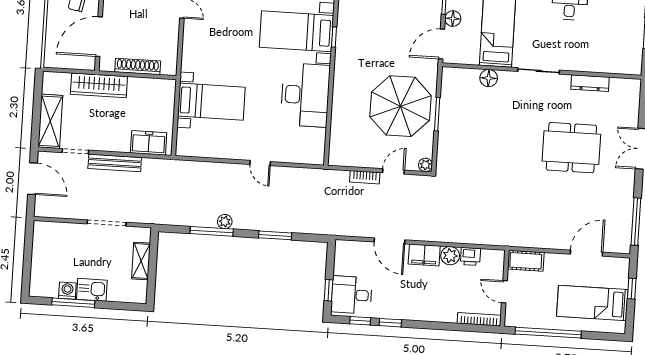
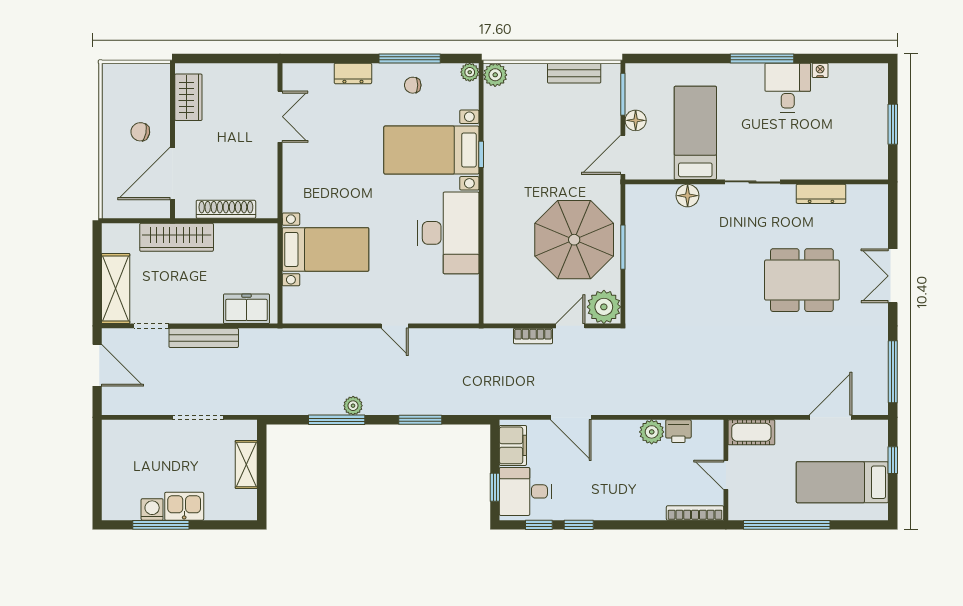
plant: (425, 165) -> (604, 307), width x1.87, depth x1.87
filing cabinet: (424, 255) -> (513, 445), moved, turned -90

